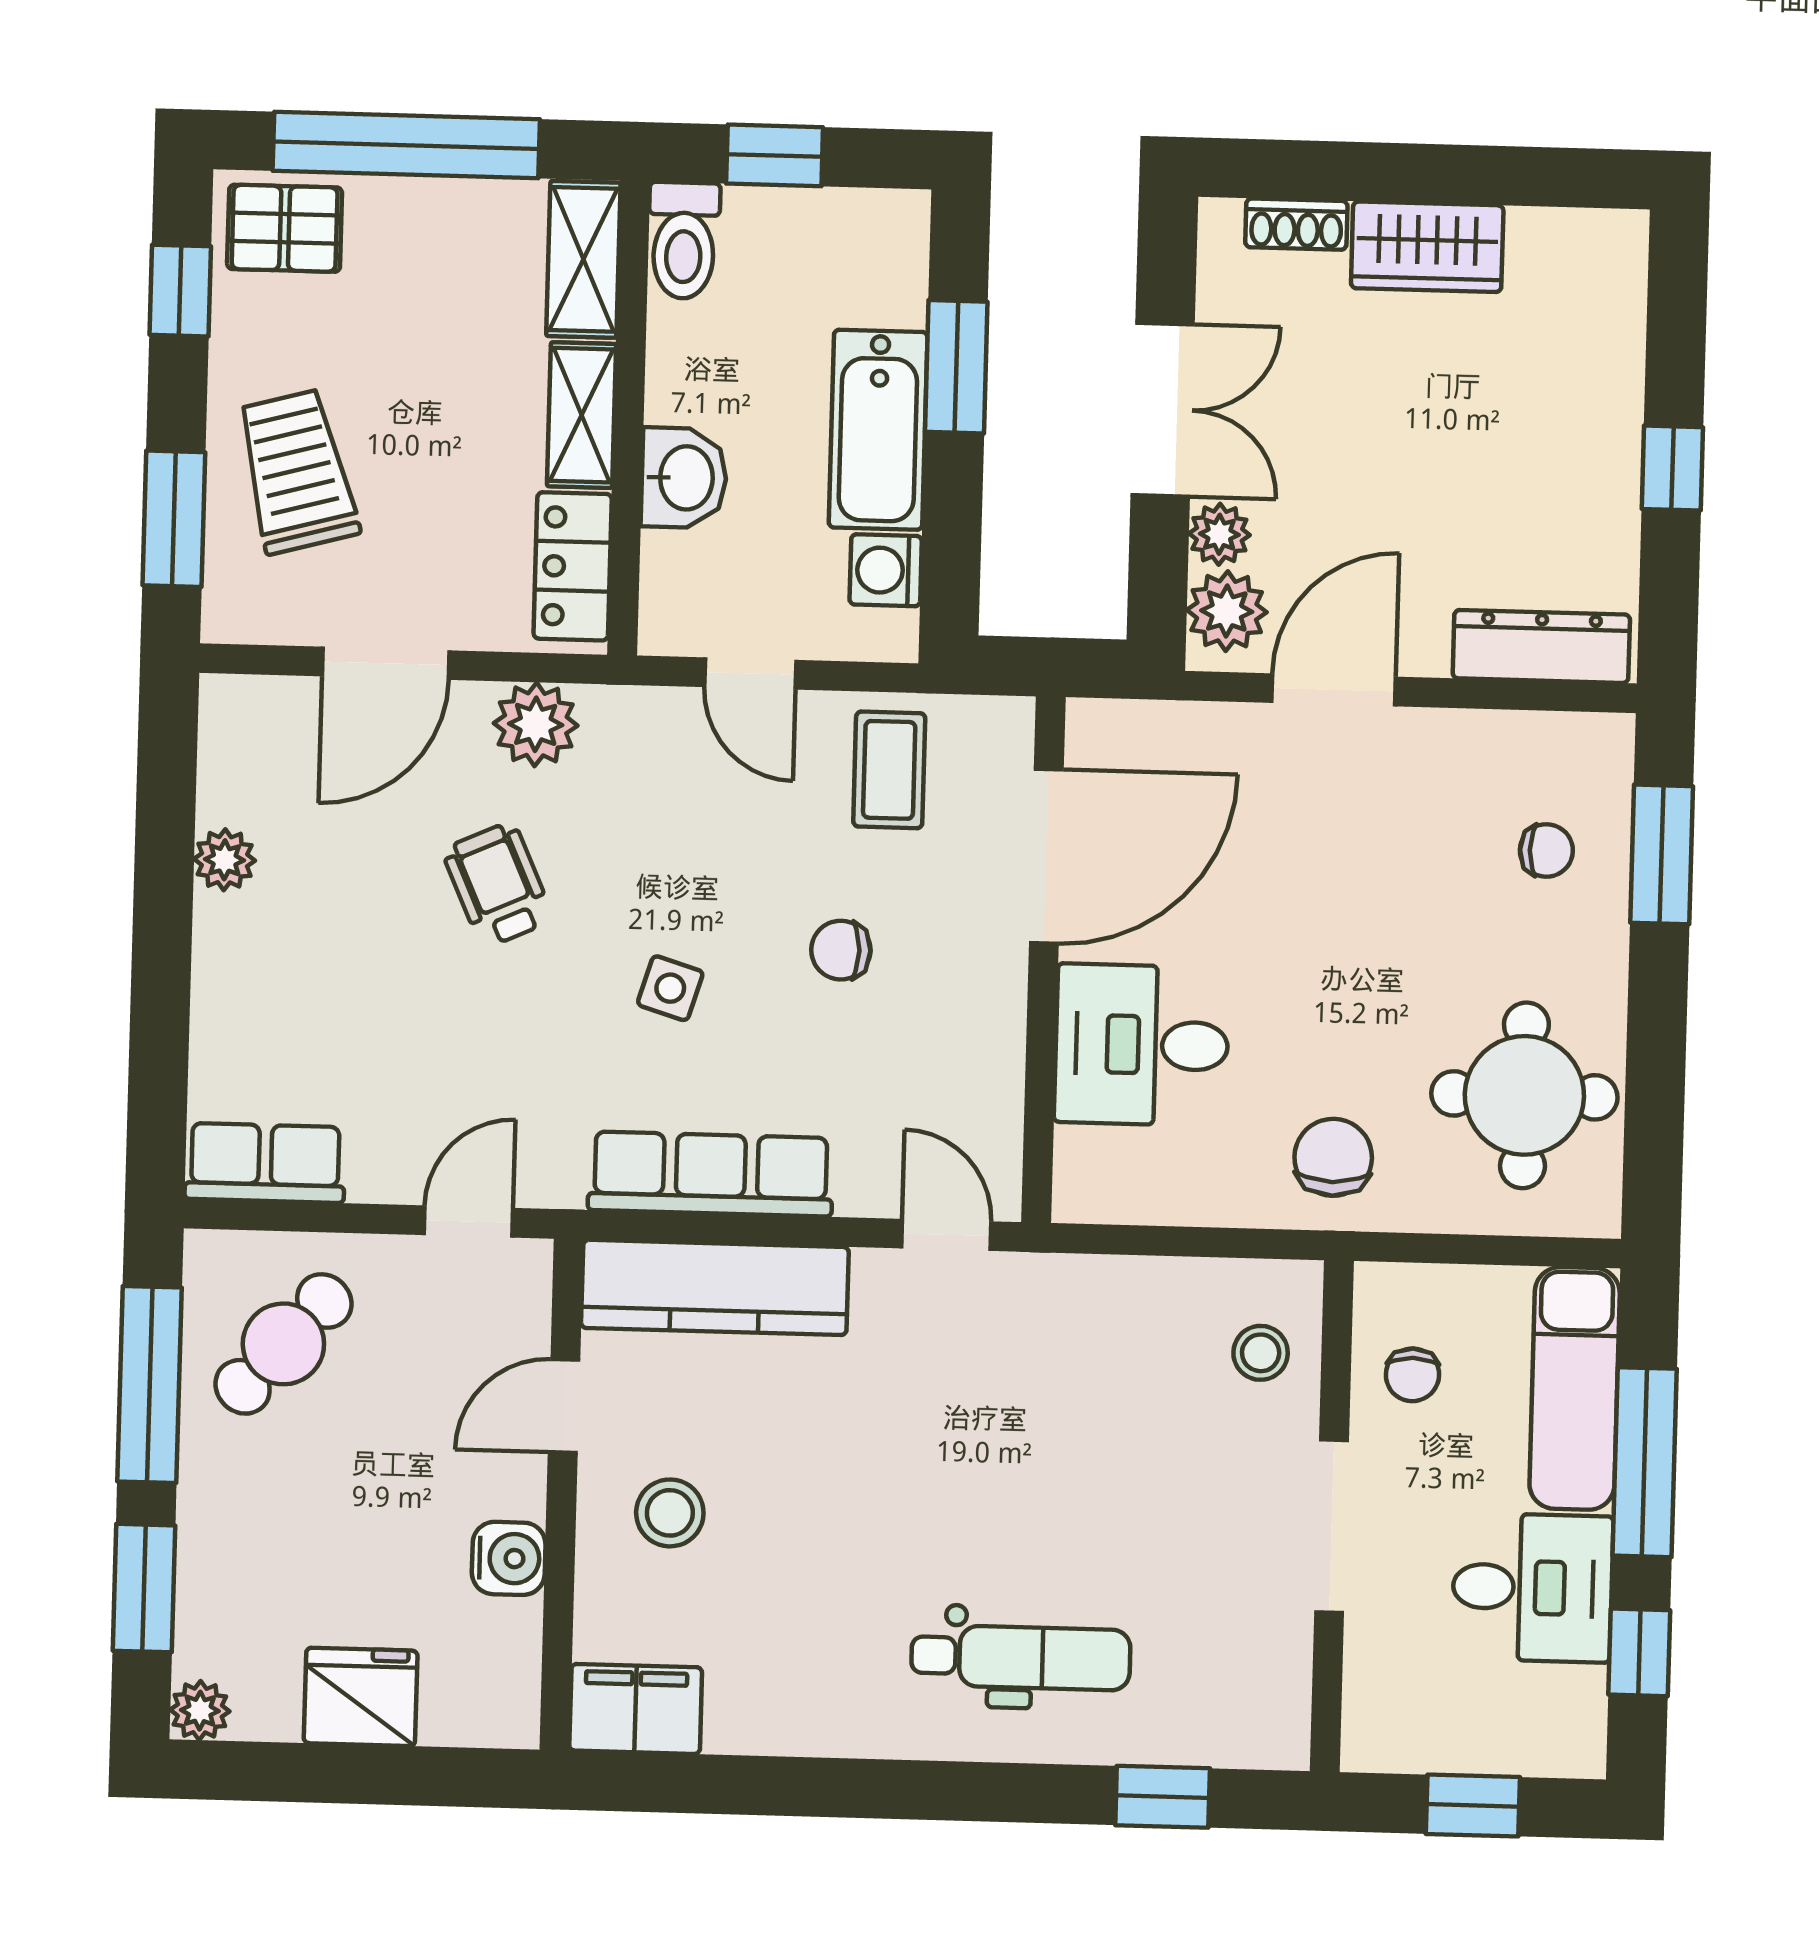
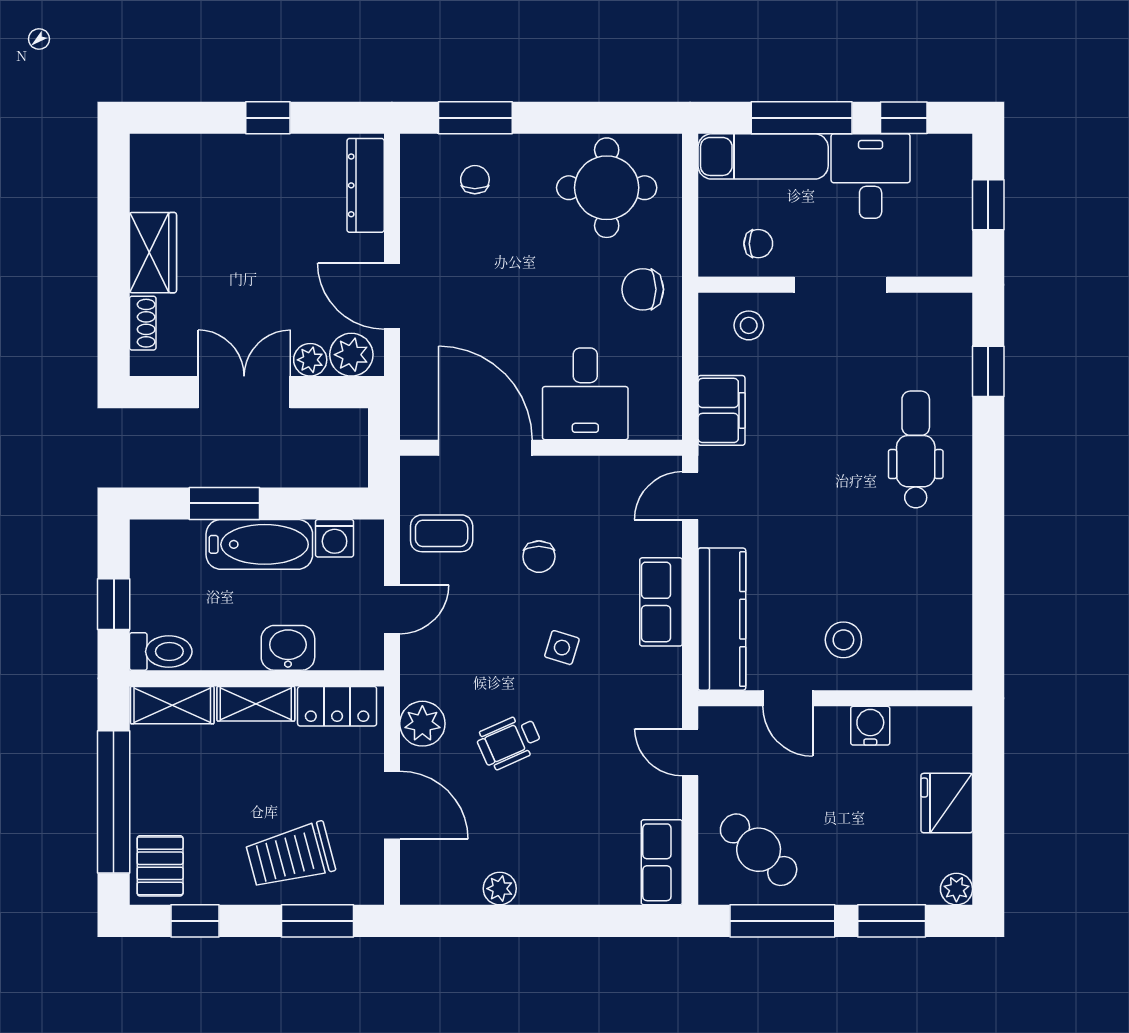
row of seats: (711, 1174) -> (661, 602), width x0.68
filing cabinet: (636, 1709) -> (721, 410), moved, turned 180

